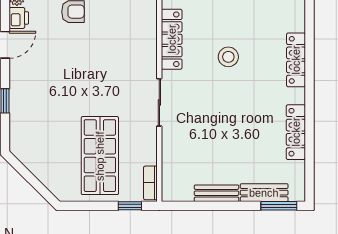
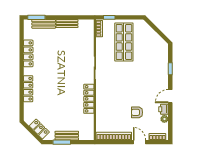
stool: (228, 57) -> (61, 90), removed

